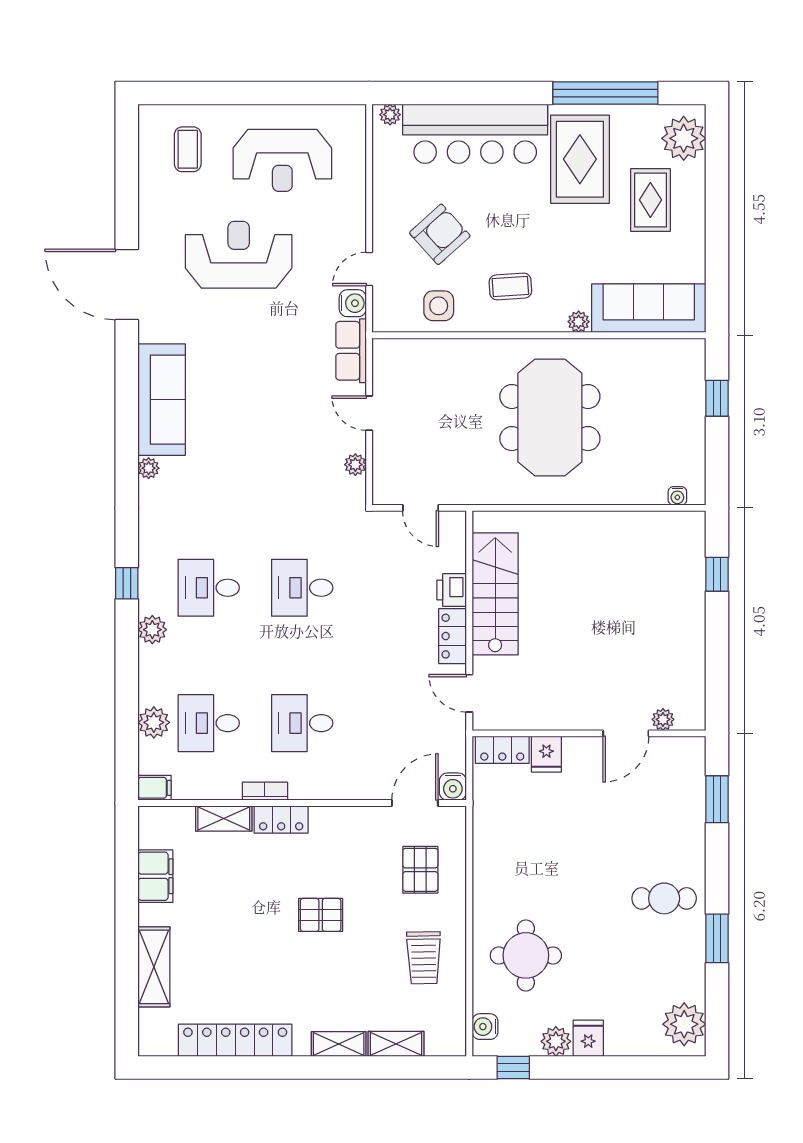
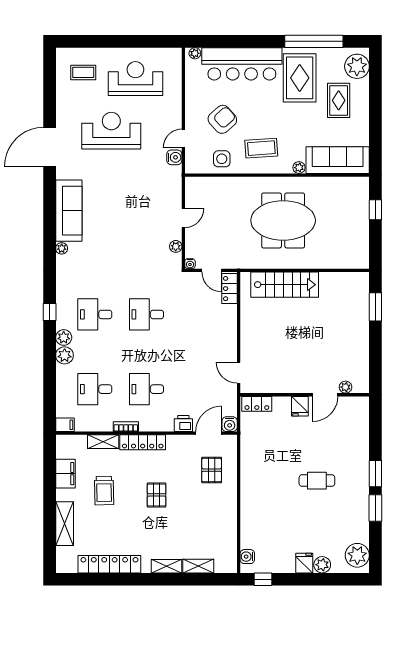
coffee table: (188, 149) -> (83, 72), turned 90
reception desk: (282, 160) -> (135, 79), turned 180
door: (127, 284) -> (50, 147), hinge flipped
coffee table: (510, 286) -> (261, 148), width x1.36, depth x1.30
row of seats: (351, 351) -> (173, 184), removed
door: (369, 413) -> (183, 218), swing flipped
meeting table: (550, 418) -> (283, 220), turned 90
water cooler: (677, 496) -> (190, 264), moved
window: (717, 574) -> (375, 307), width x1.50
printer: (452, 590) -> (183, 423), moved, turned 90
stairs: (495, 594) -> (285, 285), moved, turned 90
locker: (453, 636) -> (229, 289), moved
plant: (154, 722) -> (65, 355), moved
fridge: (546, 754) -> (300, 406), moved
window: (717, 799) -> (375, 474), moved
locker: (281, 819) -> (143, 442), width x1.53
cafe table: (664, 898) -> (317, 481), moved
pallet: (321, 915) -> (157, 495), turned 90
round table: (526, 955) -> (270, 517), removed
trolley: (424, 958) -> (104, 491), moved
plant: (556, 1041) -> (322, 565), moved

